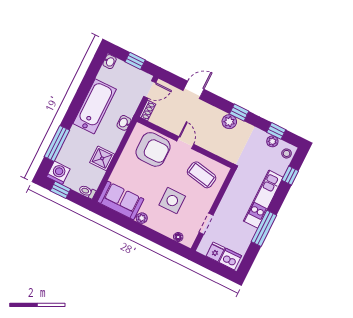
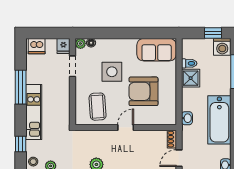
door: (185, 143) -> (126, 127), swing flipped
armchair: (153, 149) -> (143, 91), moved
coffee table: (202, 175) -> (98, 107), turned 75
toilet: (87, 192) -> (189, 63), moved
plant: (142, 218) -> (80, 43), moved
fridge: (216, 252) -> (63, 46), moved

